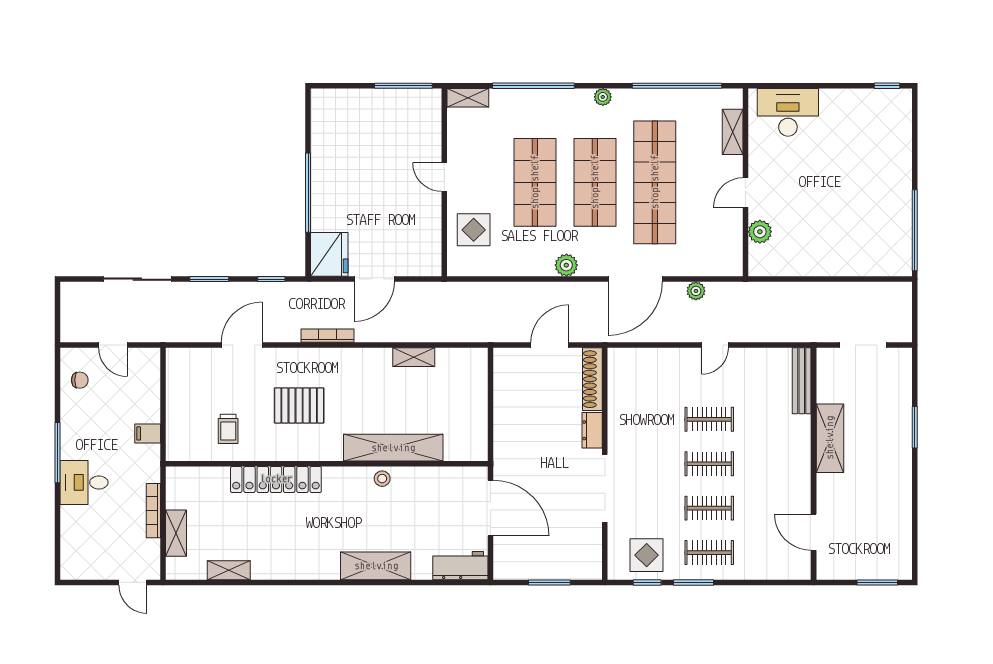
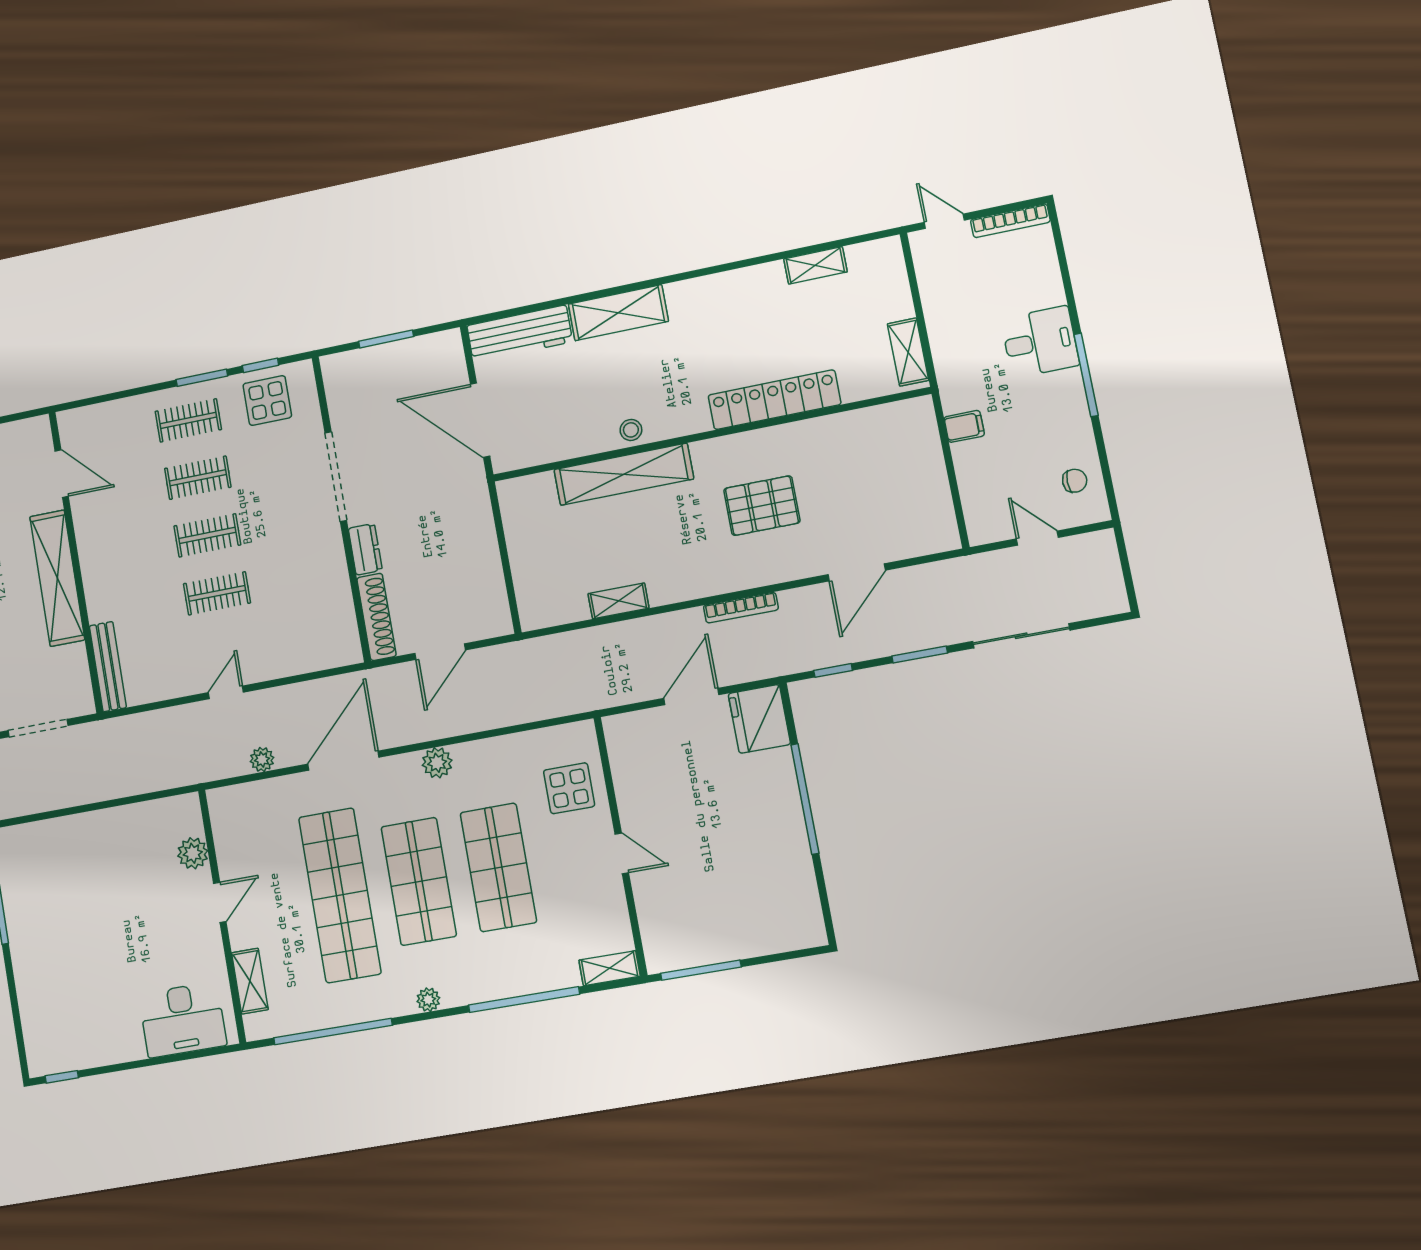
chair: (80, 380) -> (1075, 481), turned 180
trolley: (228, 429) -> (853, 455), removed
shelving: (830, 438) -> (57, 578), width x1.47
bookcase: (153, 511) -> (1010, 221), moved, turned 90
shelving: (176, 533) -> (908, 352), moved
workbench: (460, 566) -> (520, 334), width x1.37

